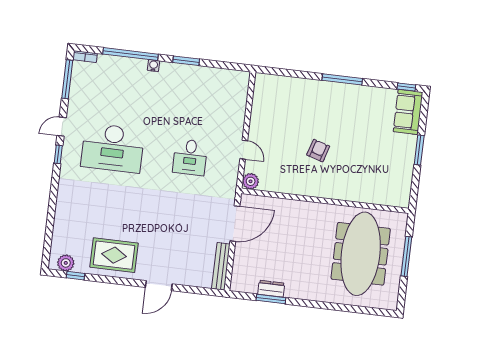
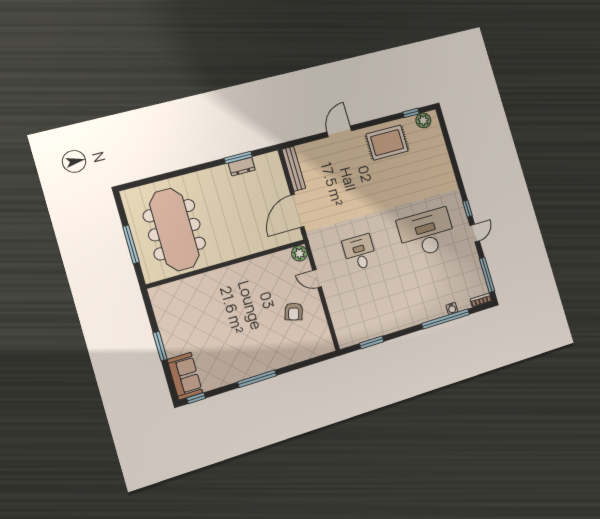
window: (186, 61) -> (372, 342), moved
water cooler: (153, 66) -> (452, 309), moved
armchair: (318, 151) -> (294, 312), moved

